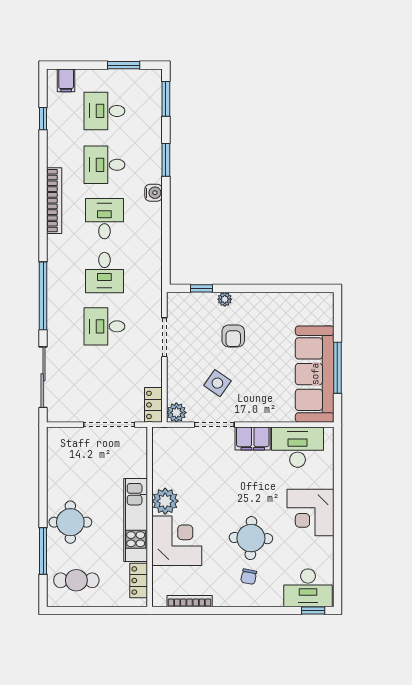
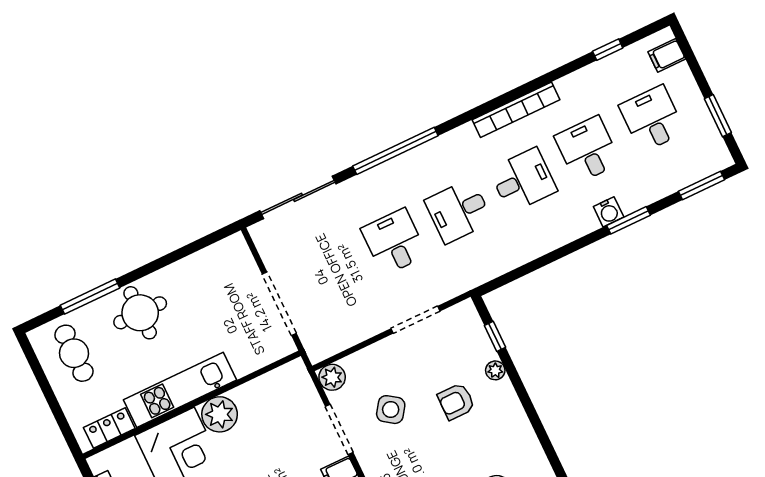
water cooler: (154, 193) -> (609, 212), moved
locker: (153, 405) -> (328, 345), removed

